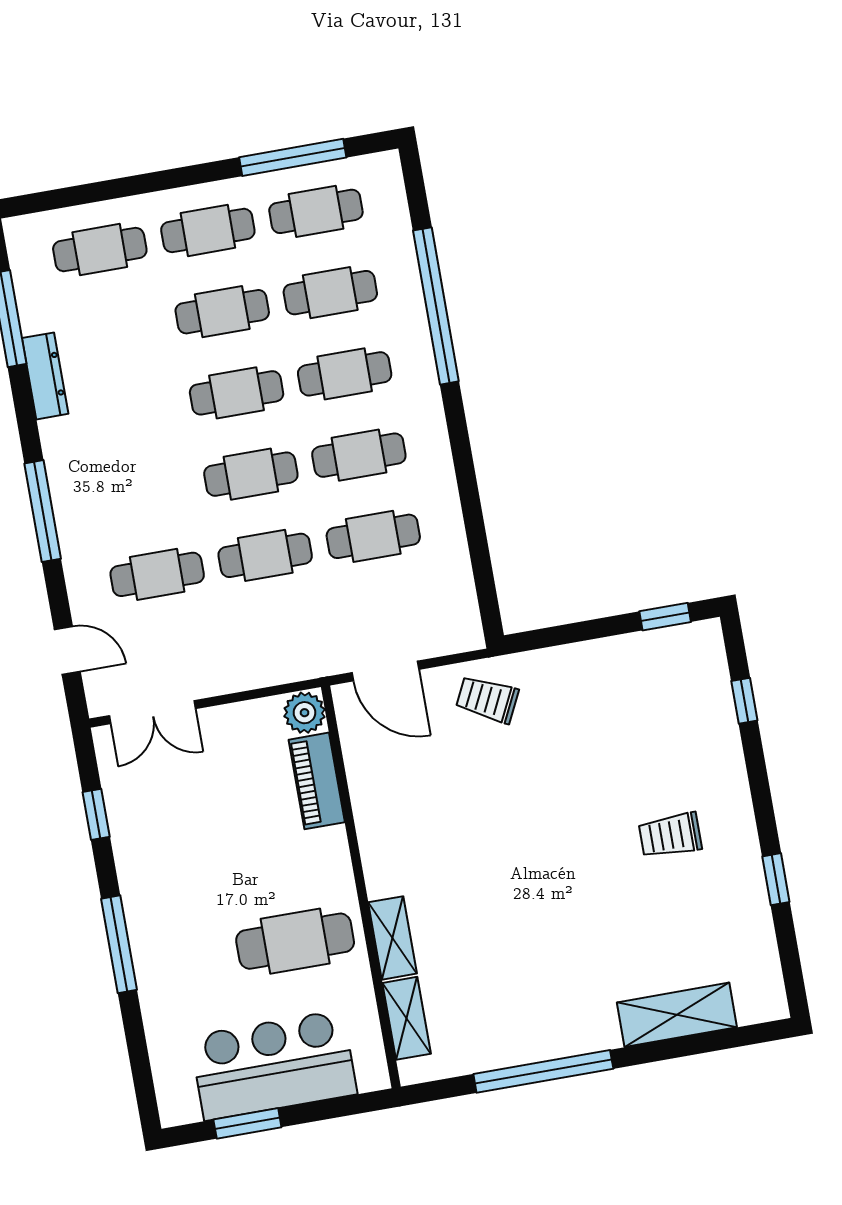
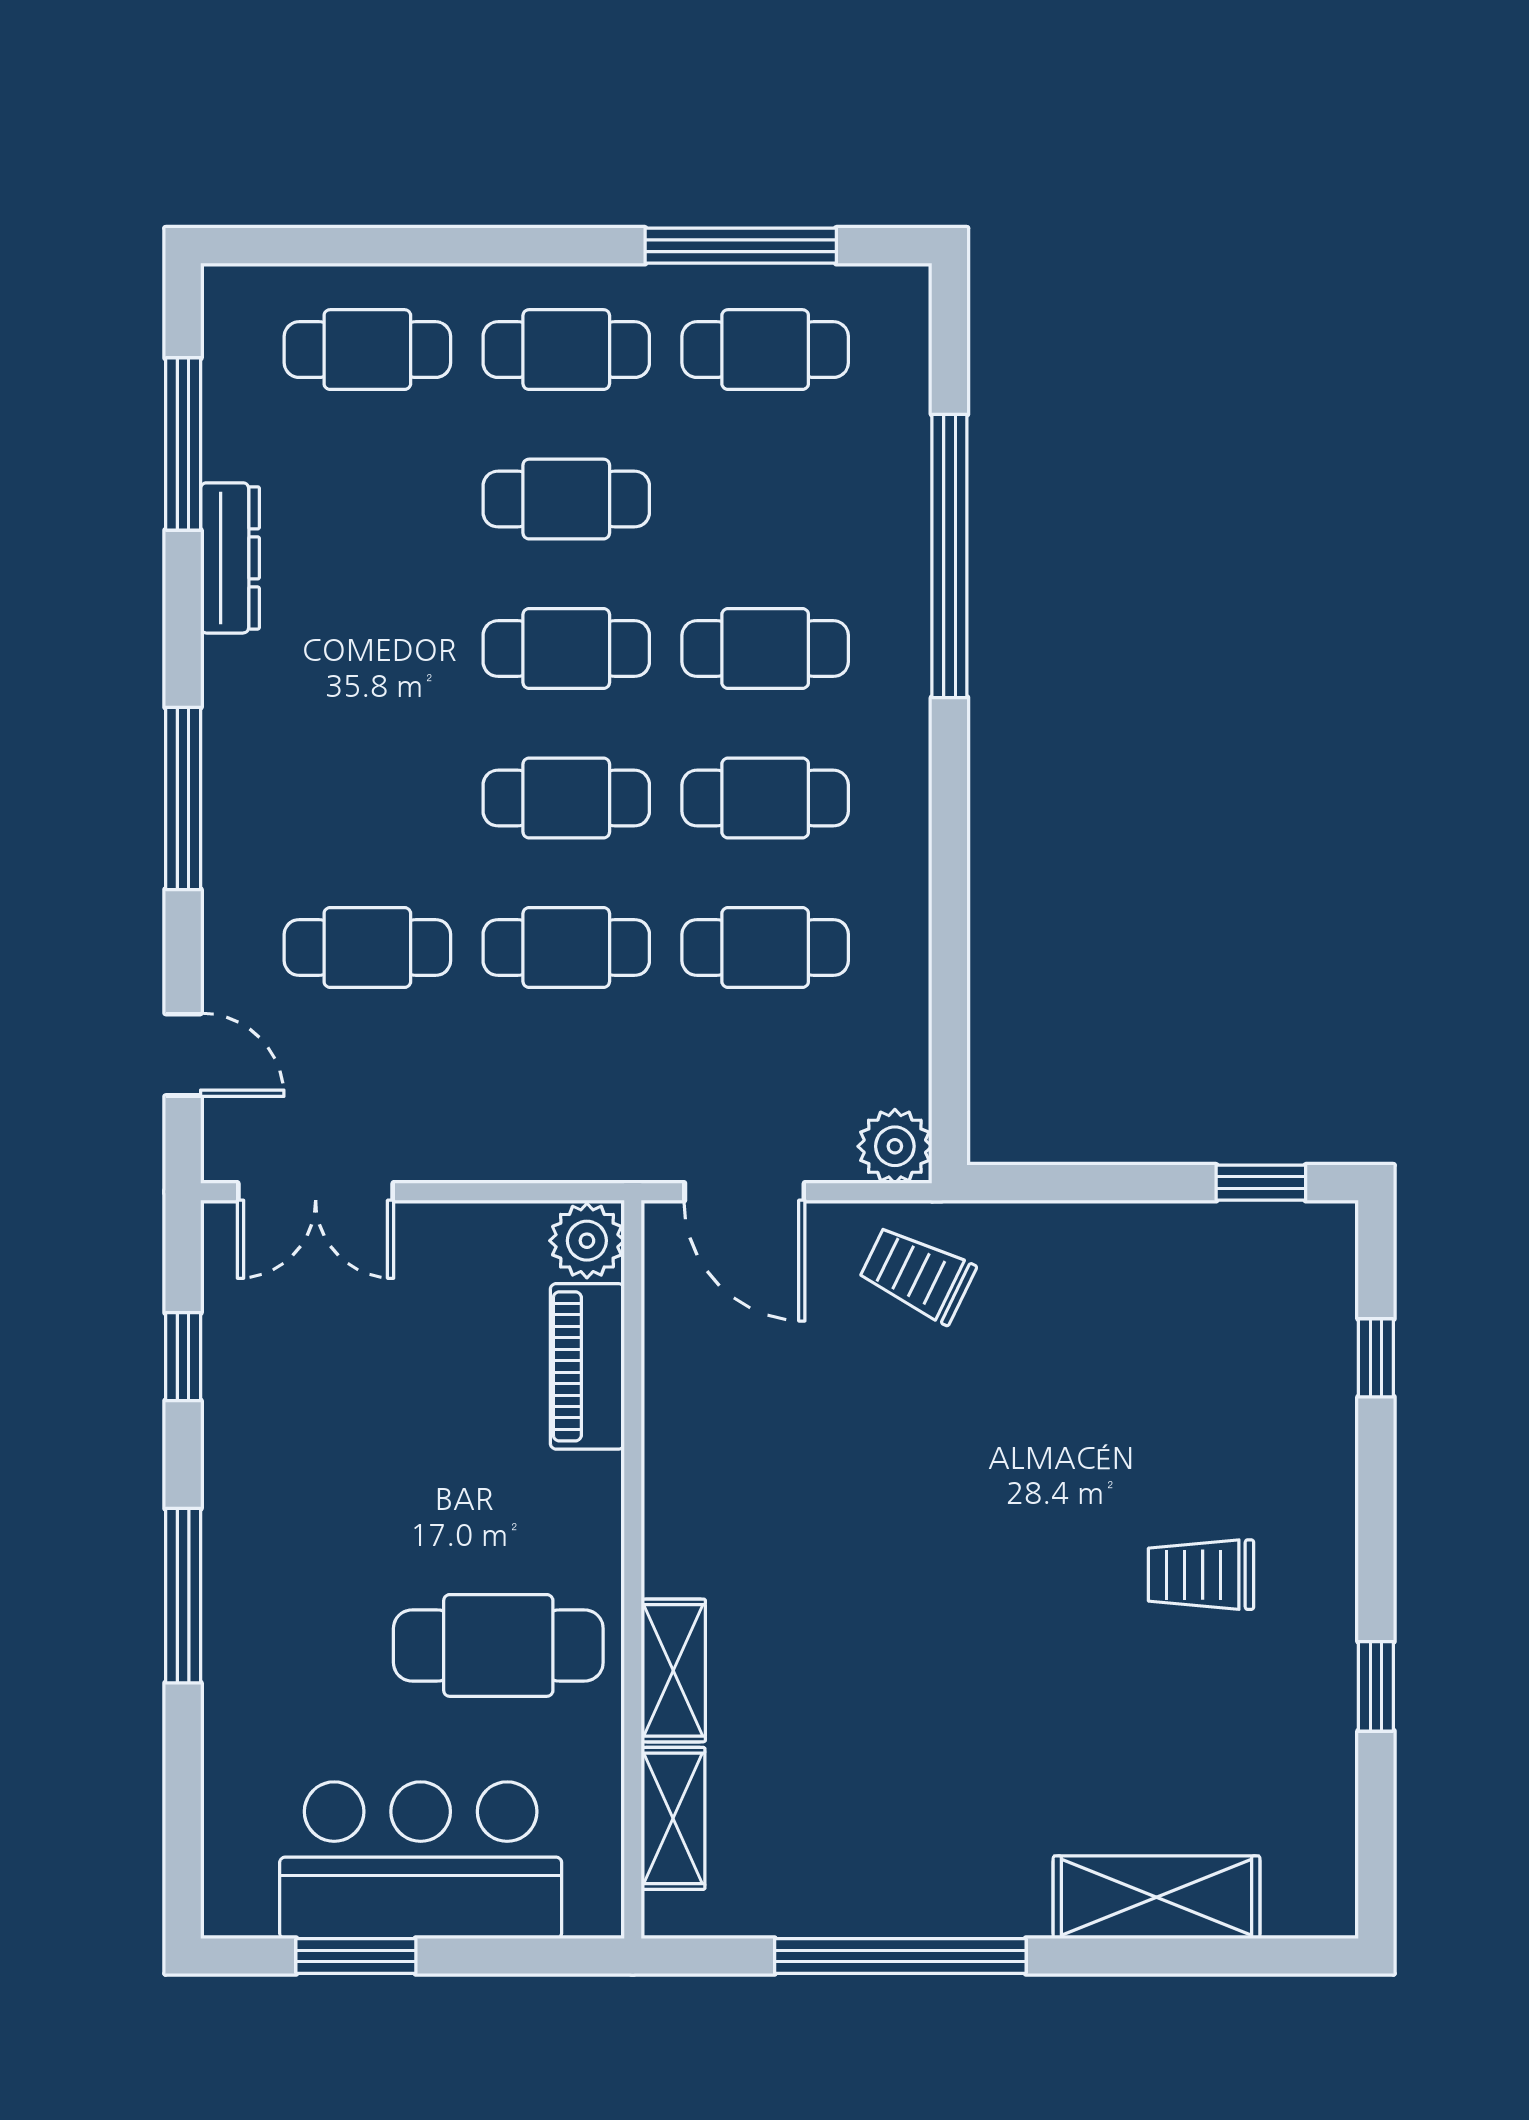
cafe table: (330, 293) -> (765, 499), removed
plant: (463, 632) -> (895, 1146), added

